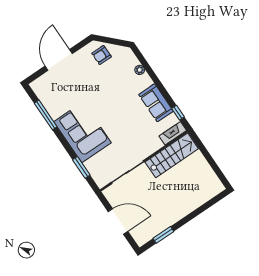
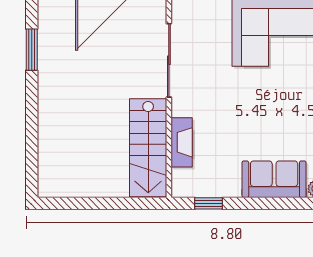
sofa: (156, 103) -> (274, 179), moved
fireplace: (173, 133) -> (182, 142), moved

